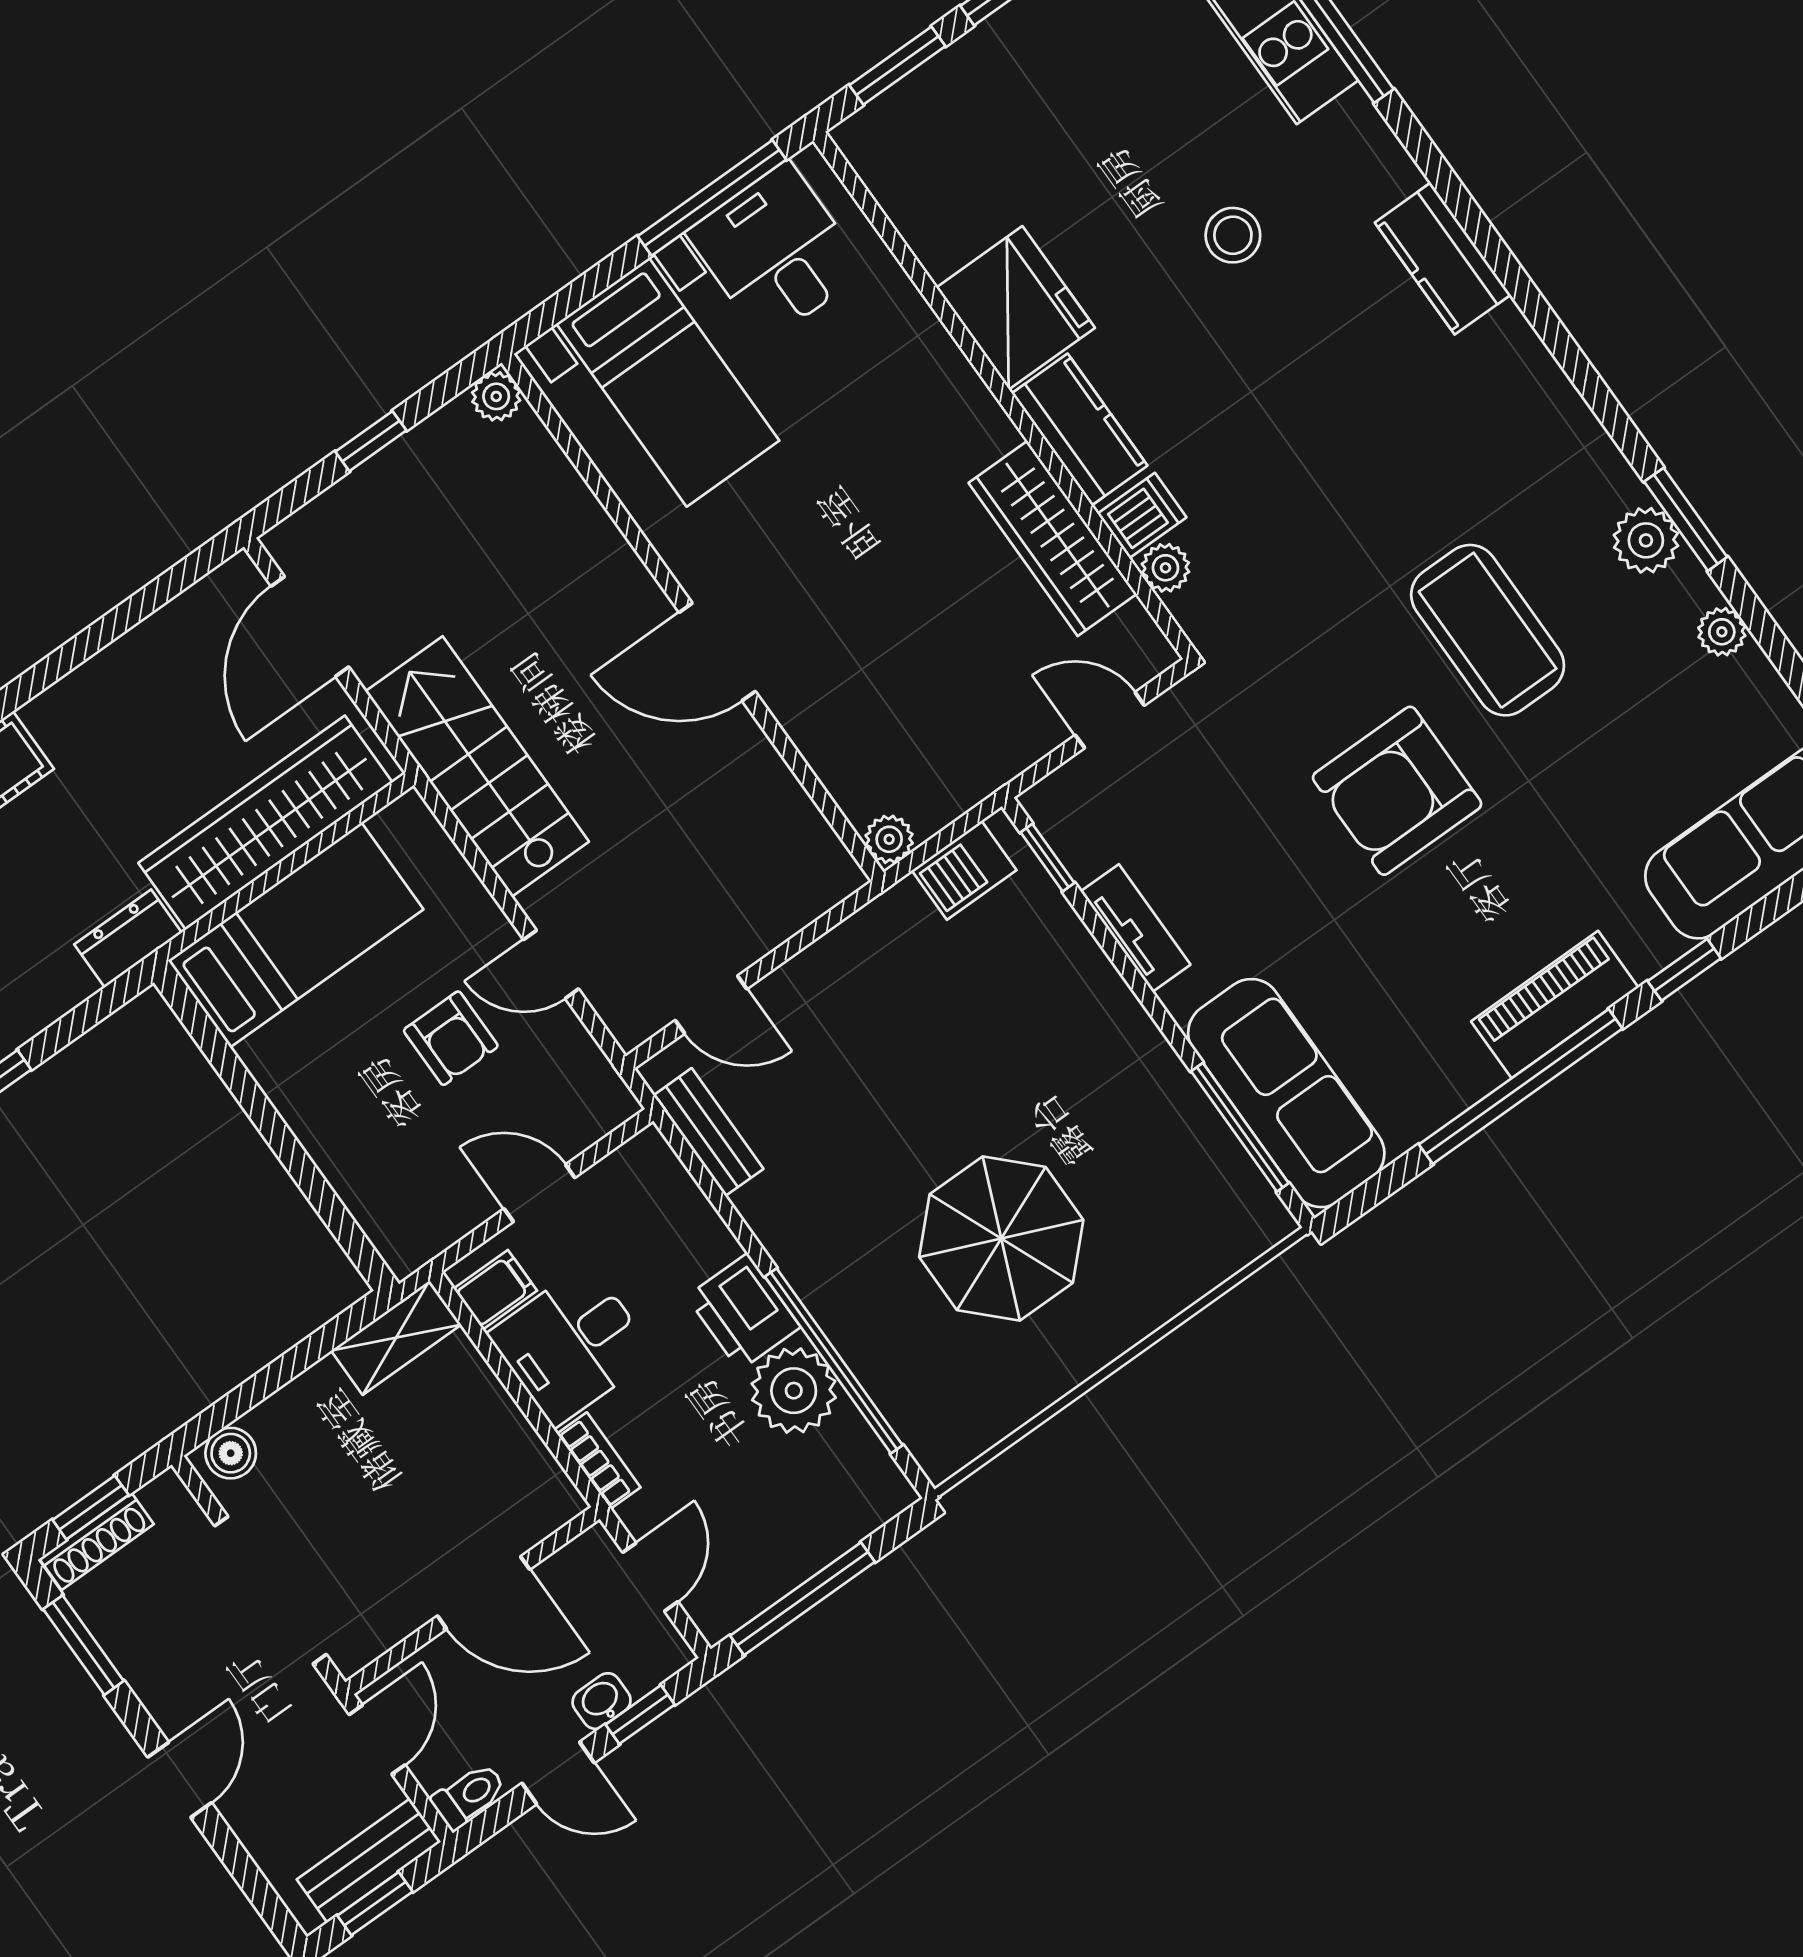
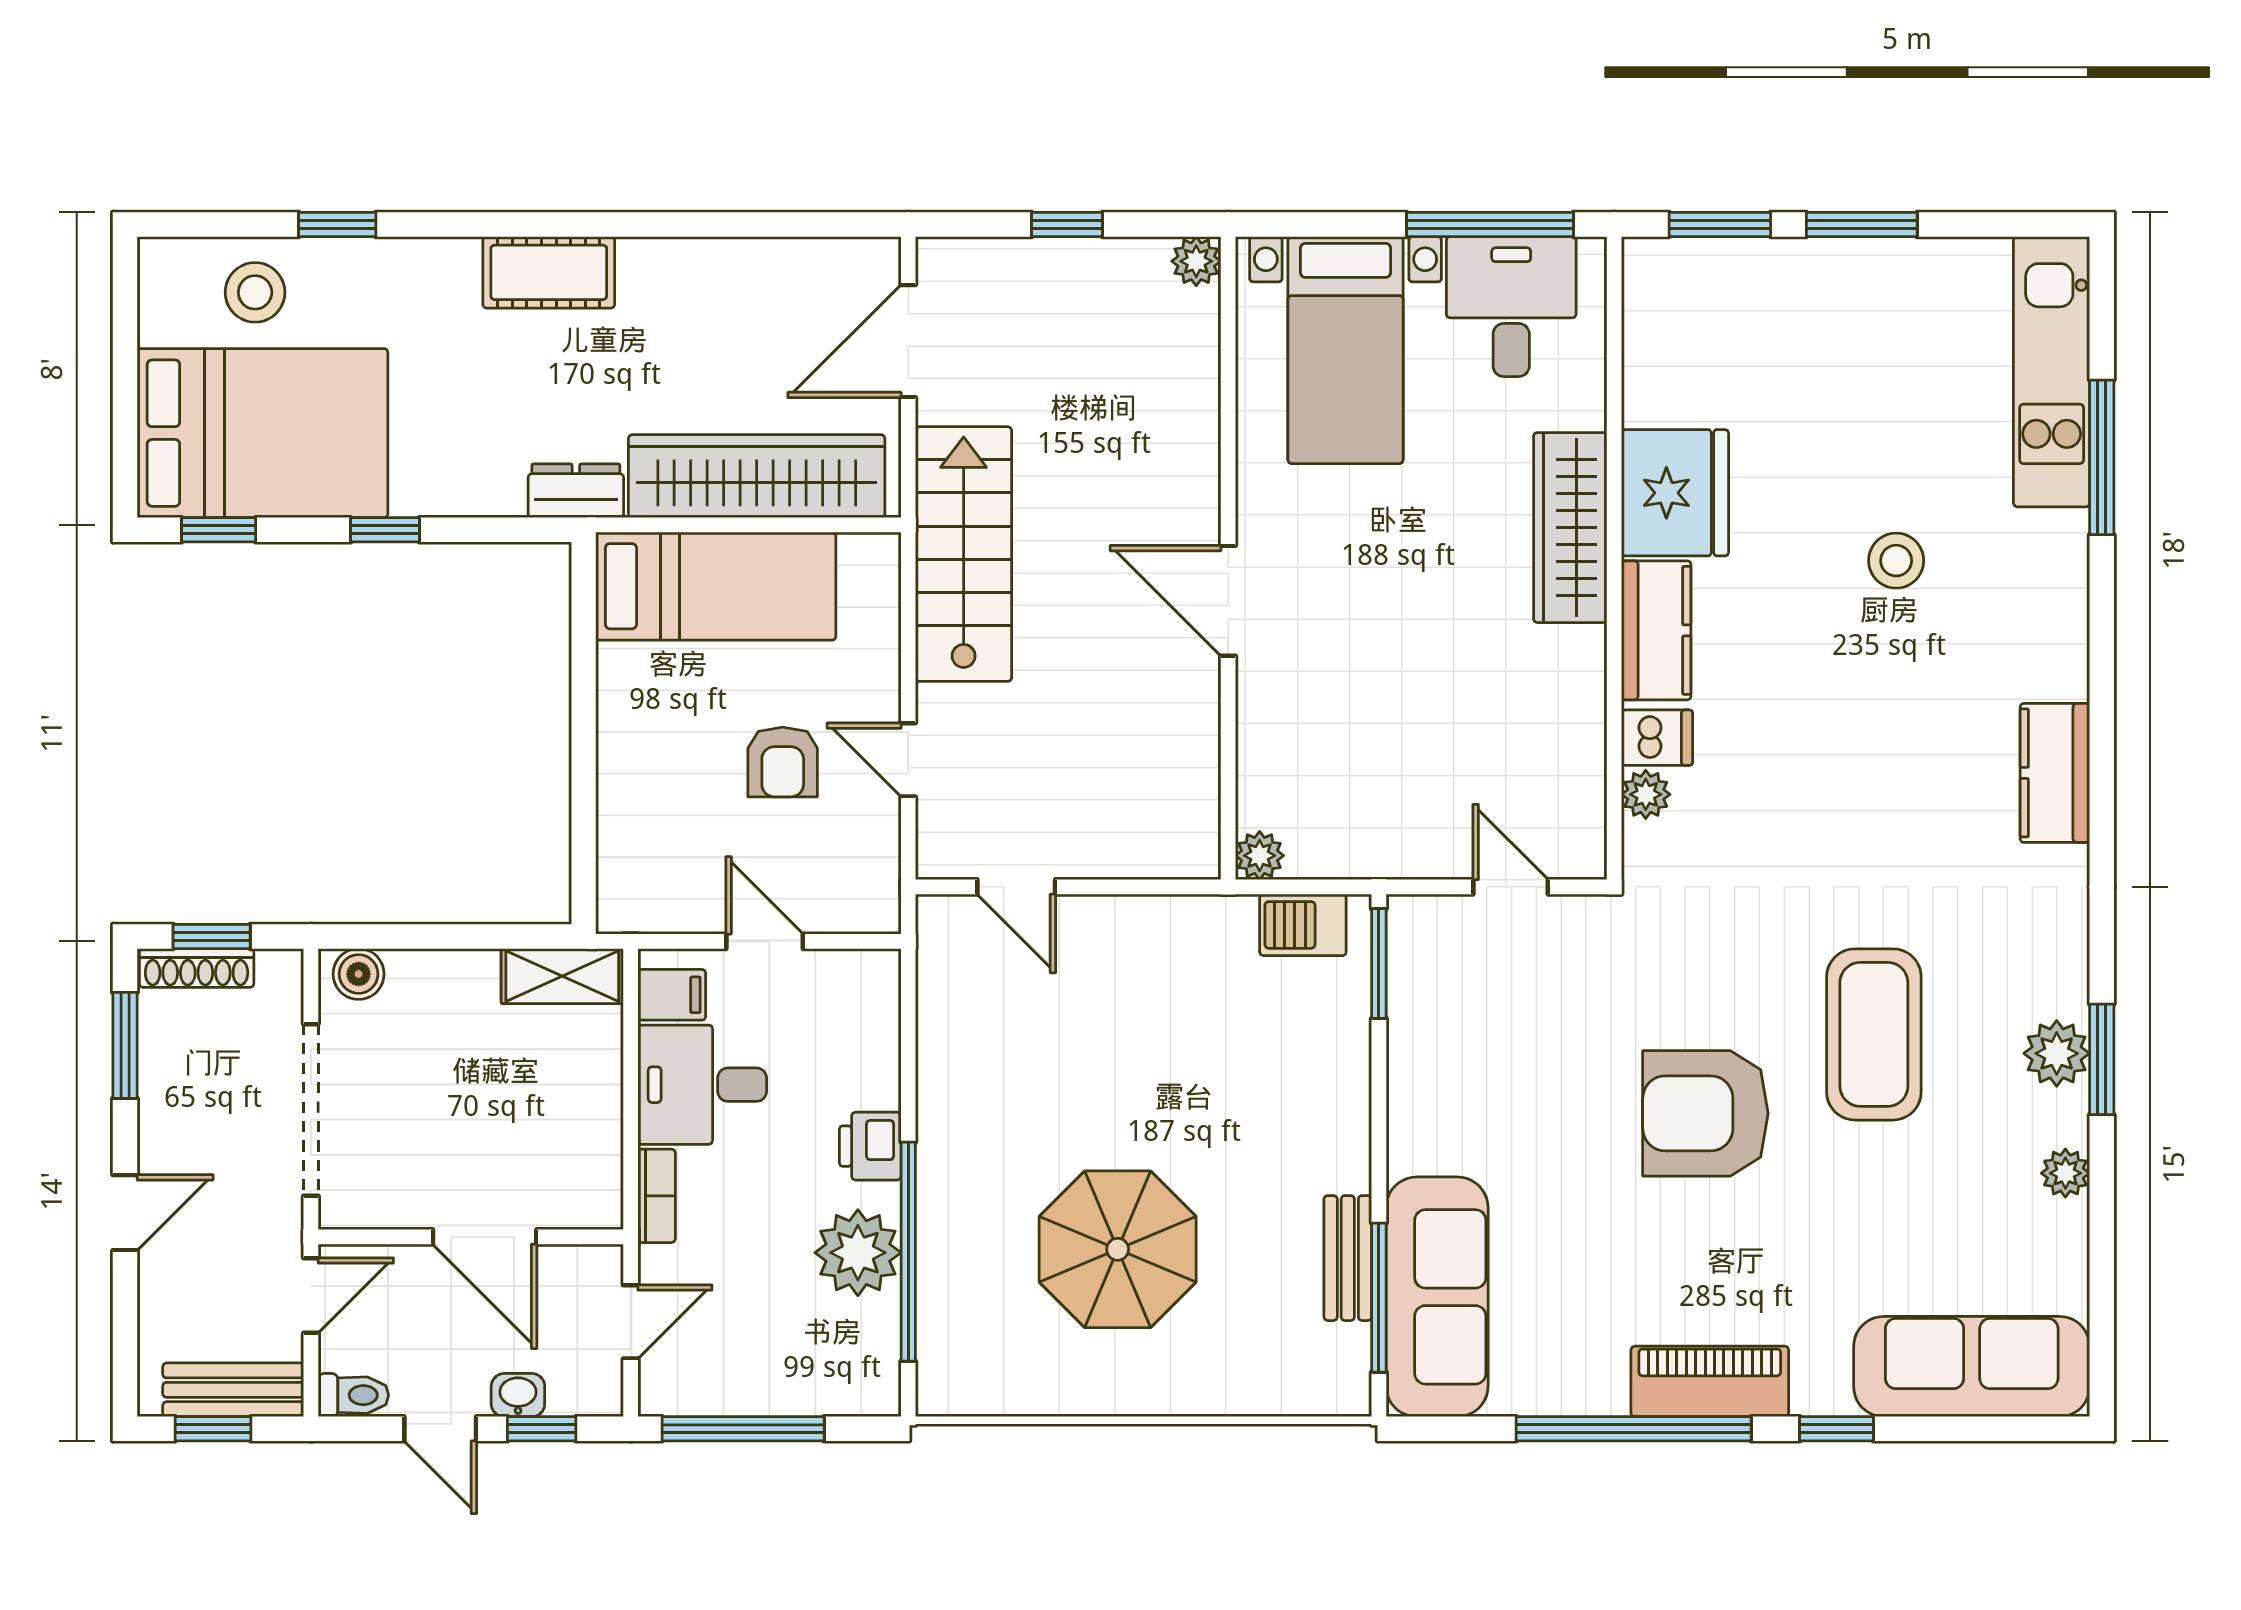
kitchen counter: (1443, 259) -> (2055, 773), moved
wardrobe: (1053, 538) -> (1570, 528), moved
window: (1048, 858) -> (1379, 963), width x1.50
tv unit: (1136, 928) -> (1410, 1073), removed
bench: (708, 1132) -> (1348, 1258), moved
printer: (743, 1312) -> (870, 1146), width x0.73, depth x0.81

